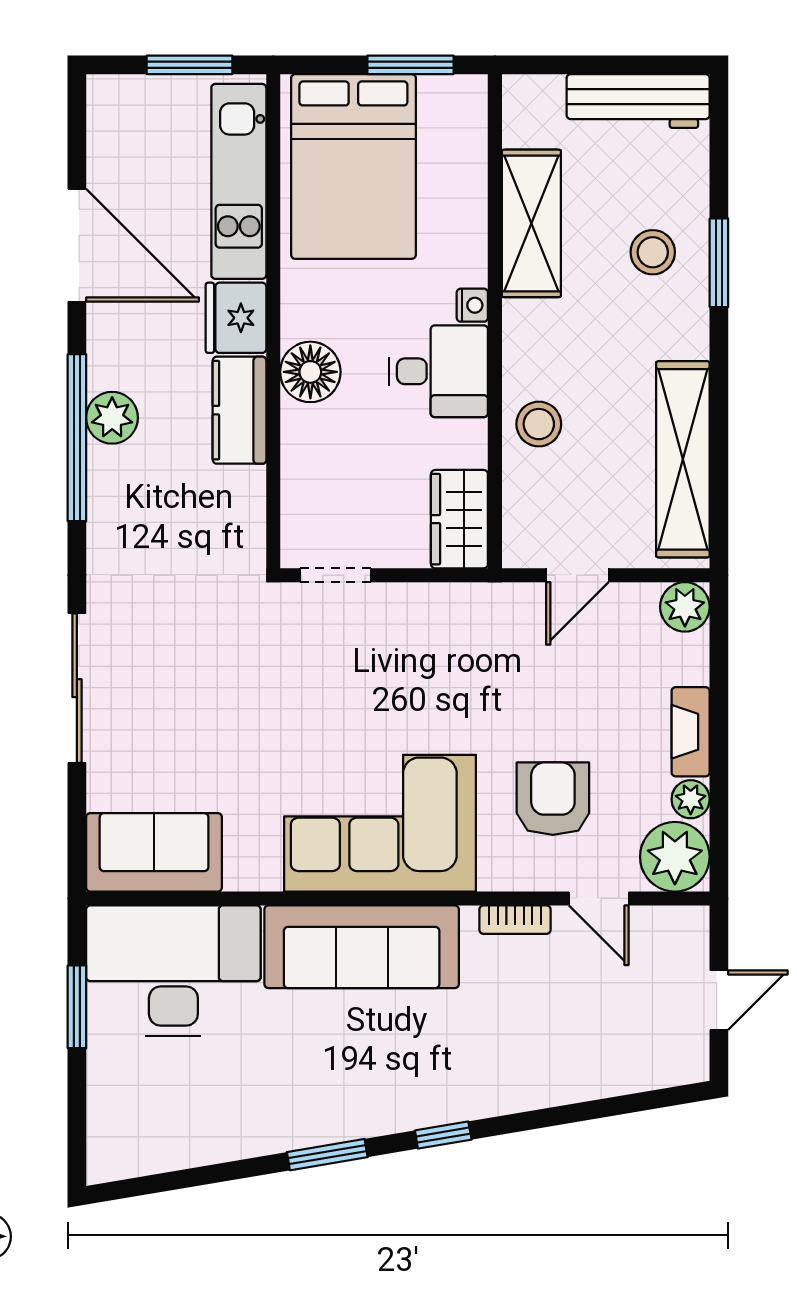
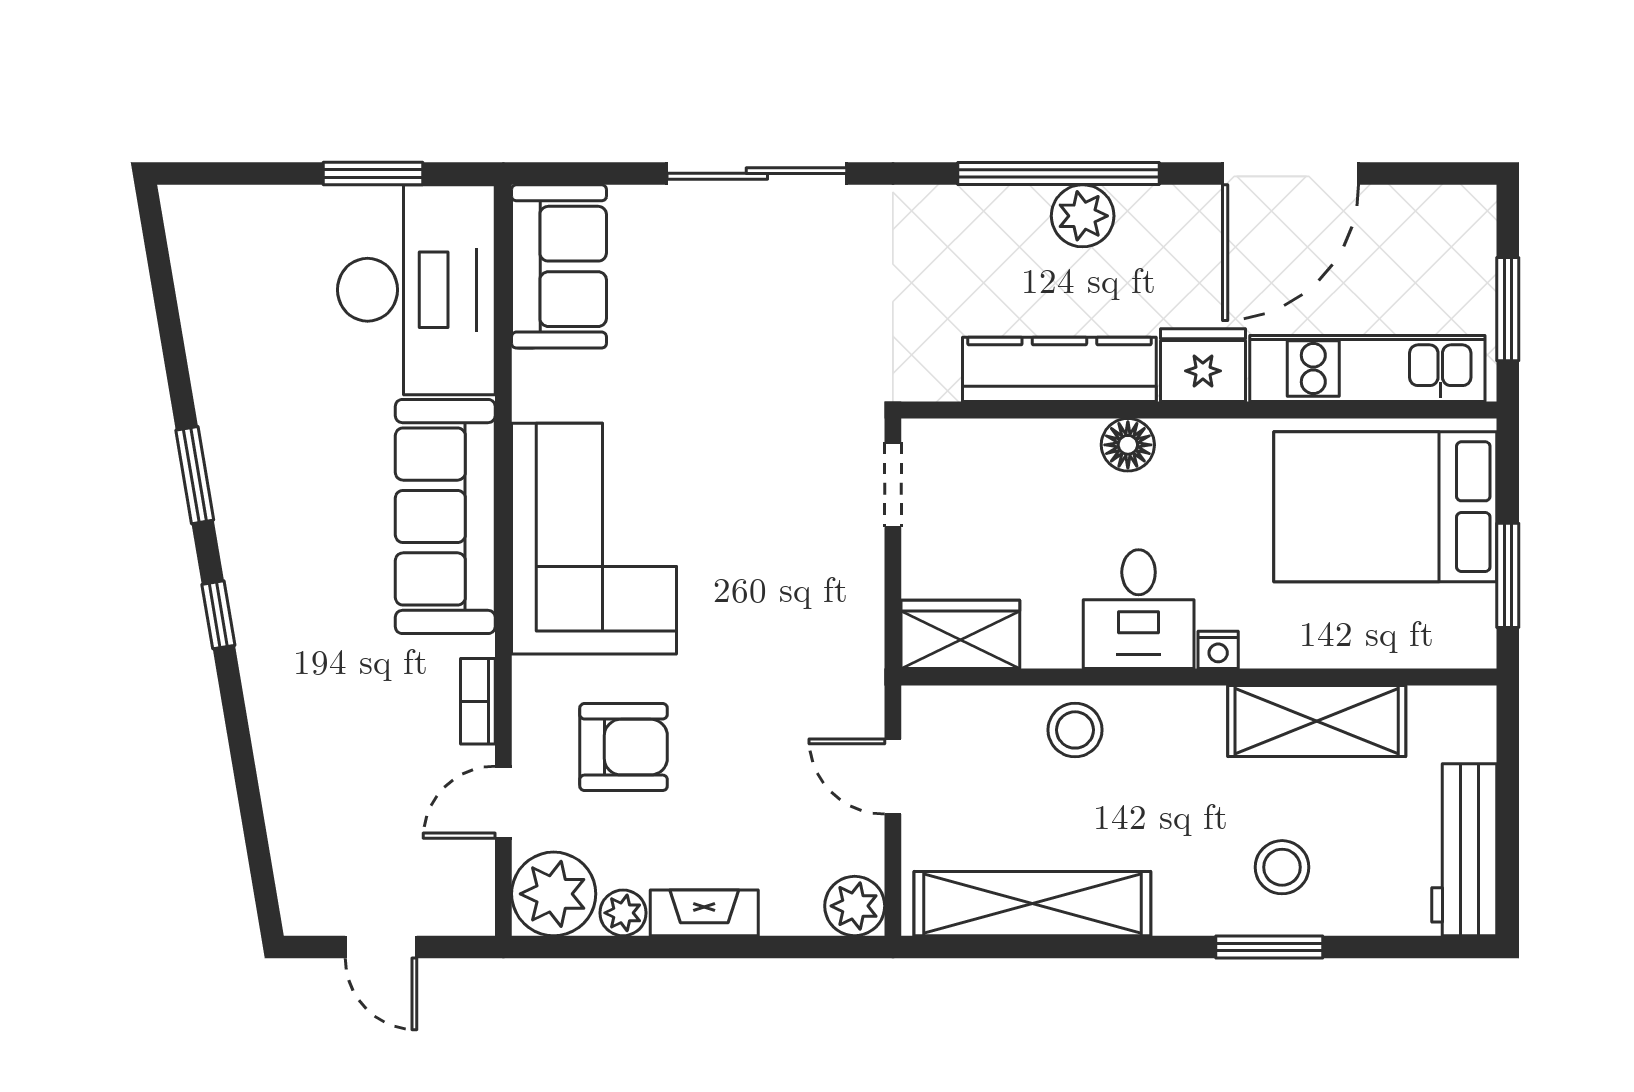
floor lamp: (310, 372) -> (1128, 445), width x0.73, depth x0.73
kitchen counter: (240, 410) -> (1059, 369), width x1.50

